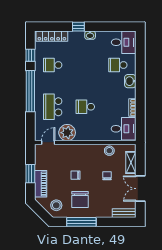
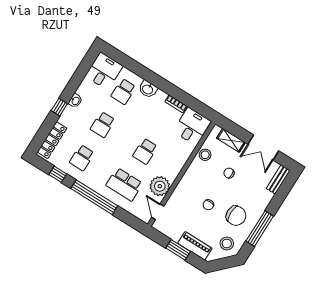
school desk: (85, 65) -> (103, 125), added

